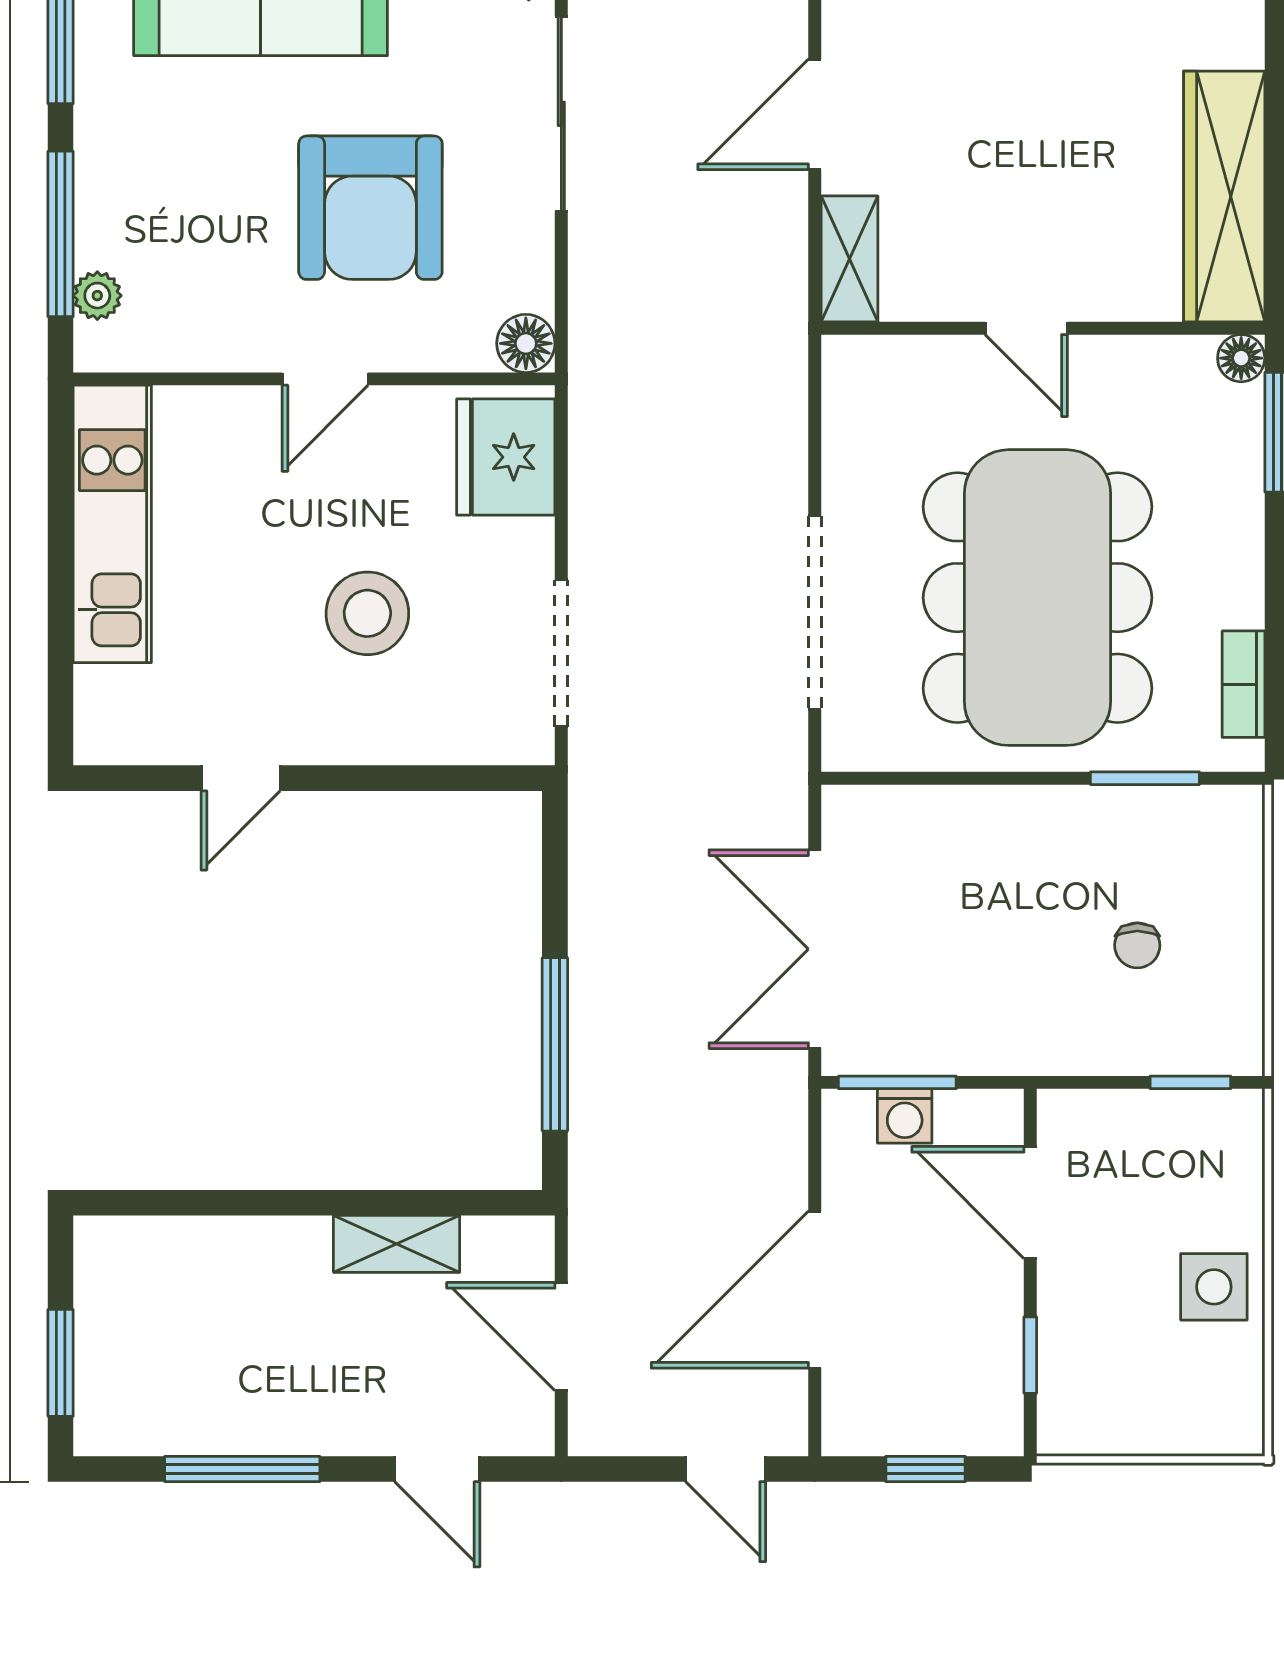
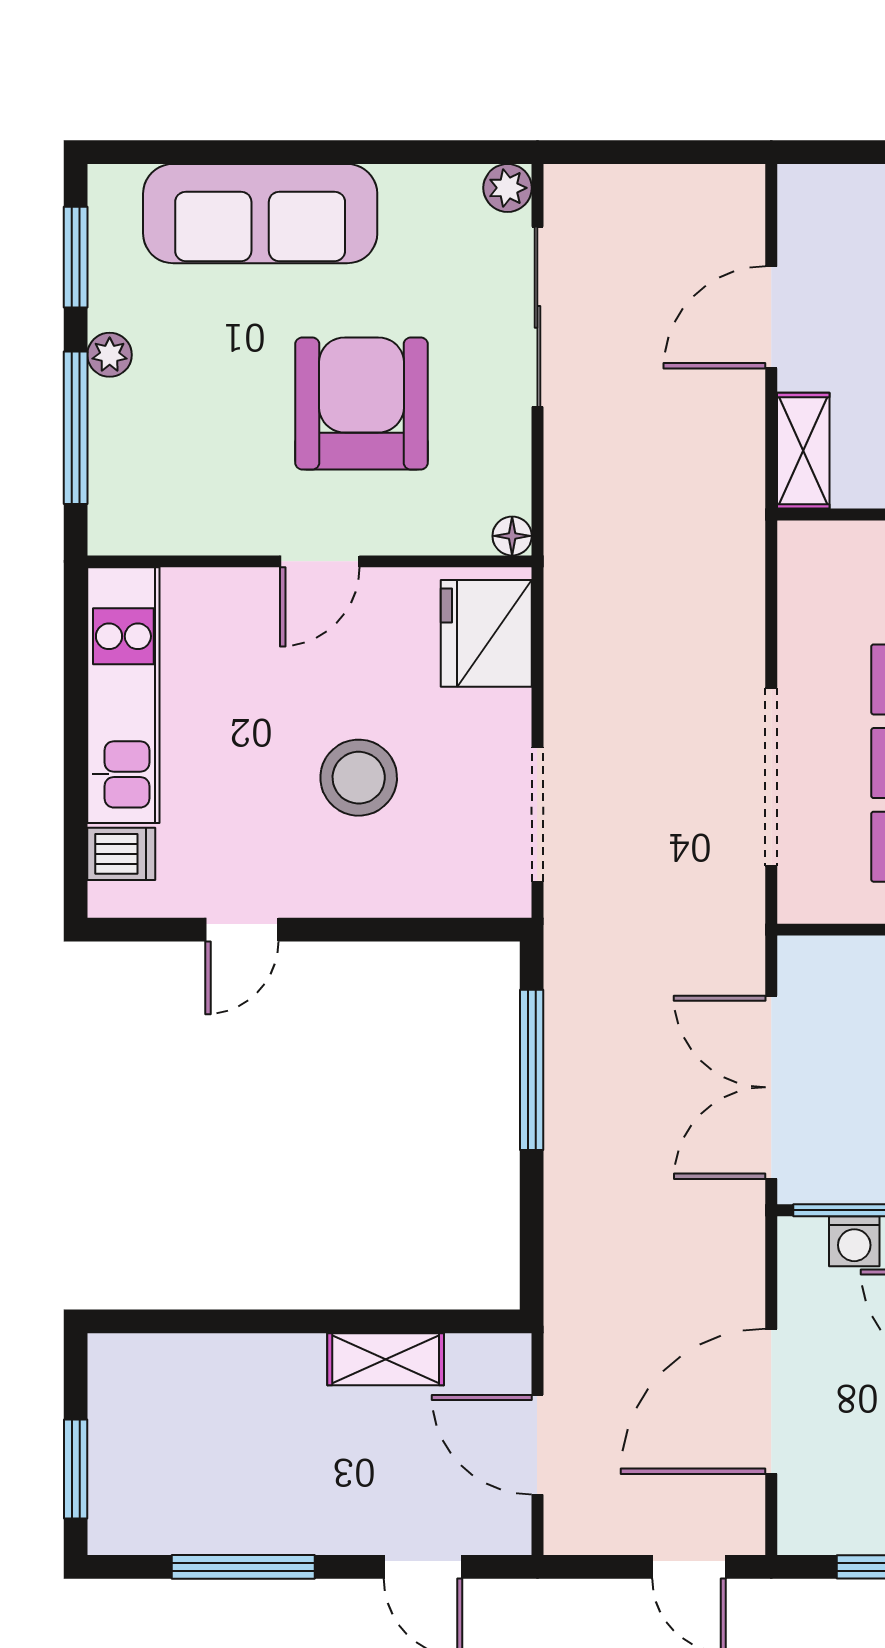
armchair: (370, 208) -> (361, 403), turned 180
plant: (97, 296) -> (110, 355), moved
floor lamp: (526, 343) -> (512, 536), width x0.73, depth x0.73
dishwasher: (110, 696) -> (121, 854), added
window: (555, 1044) -> (532, 1070), moved

